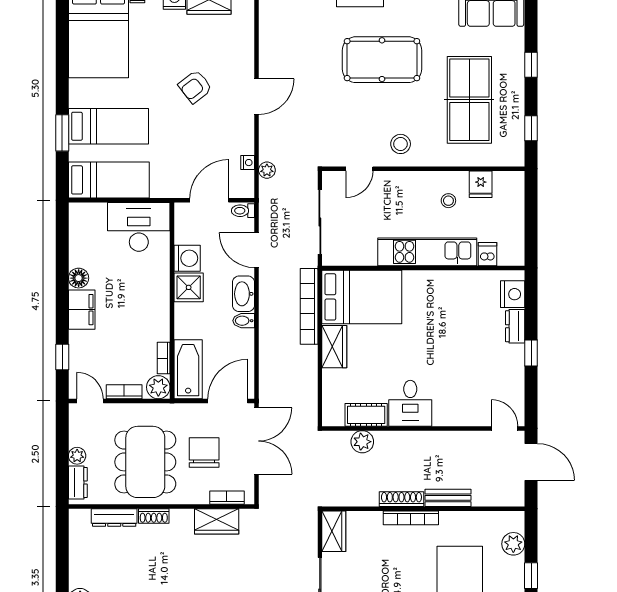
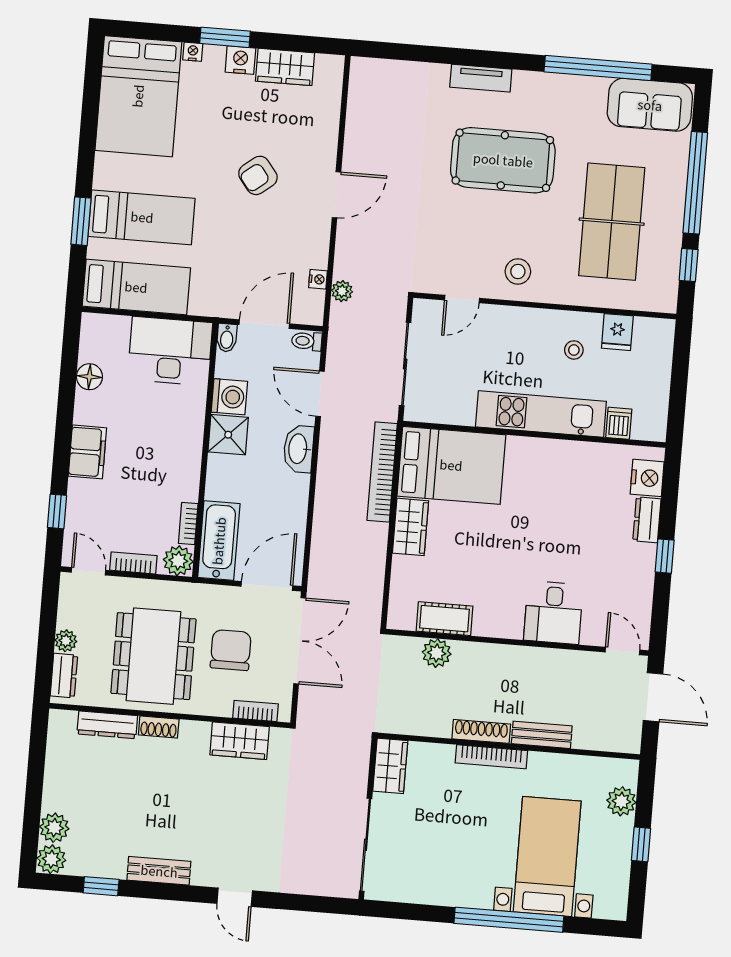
window: (531, 65) -> (695, 183), width x3.17
floor lamp: (79, 278) -> (89, 377), moved
bidet: (244, 321) -> (227, 338), moved, turned -90
desk: (410, 403) -> (553, 612), moved

